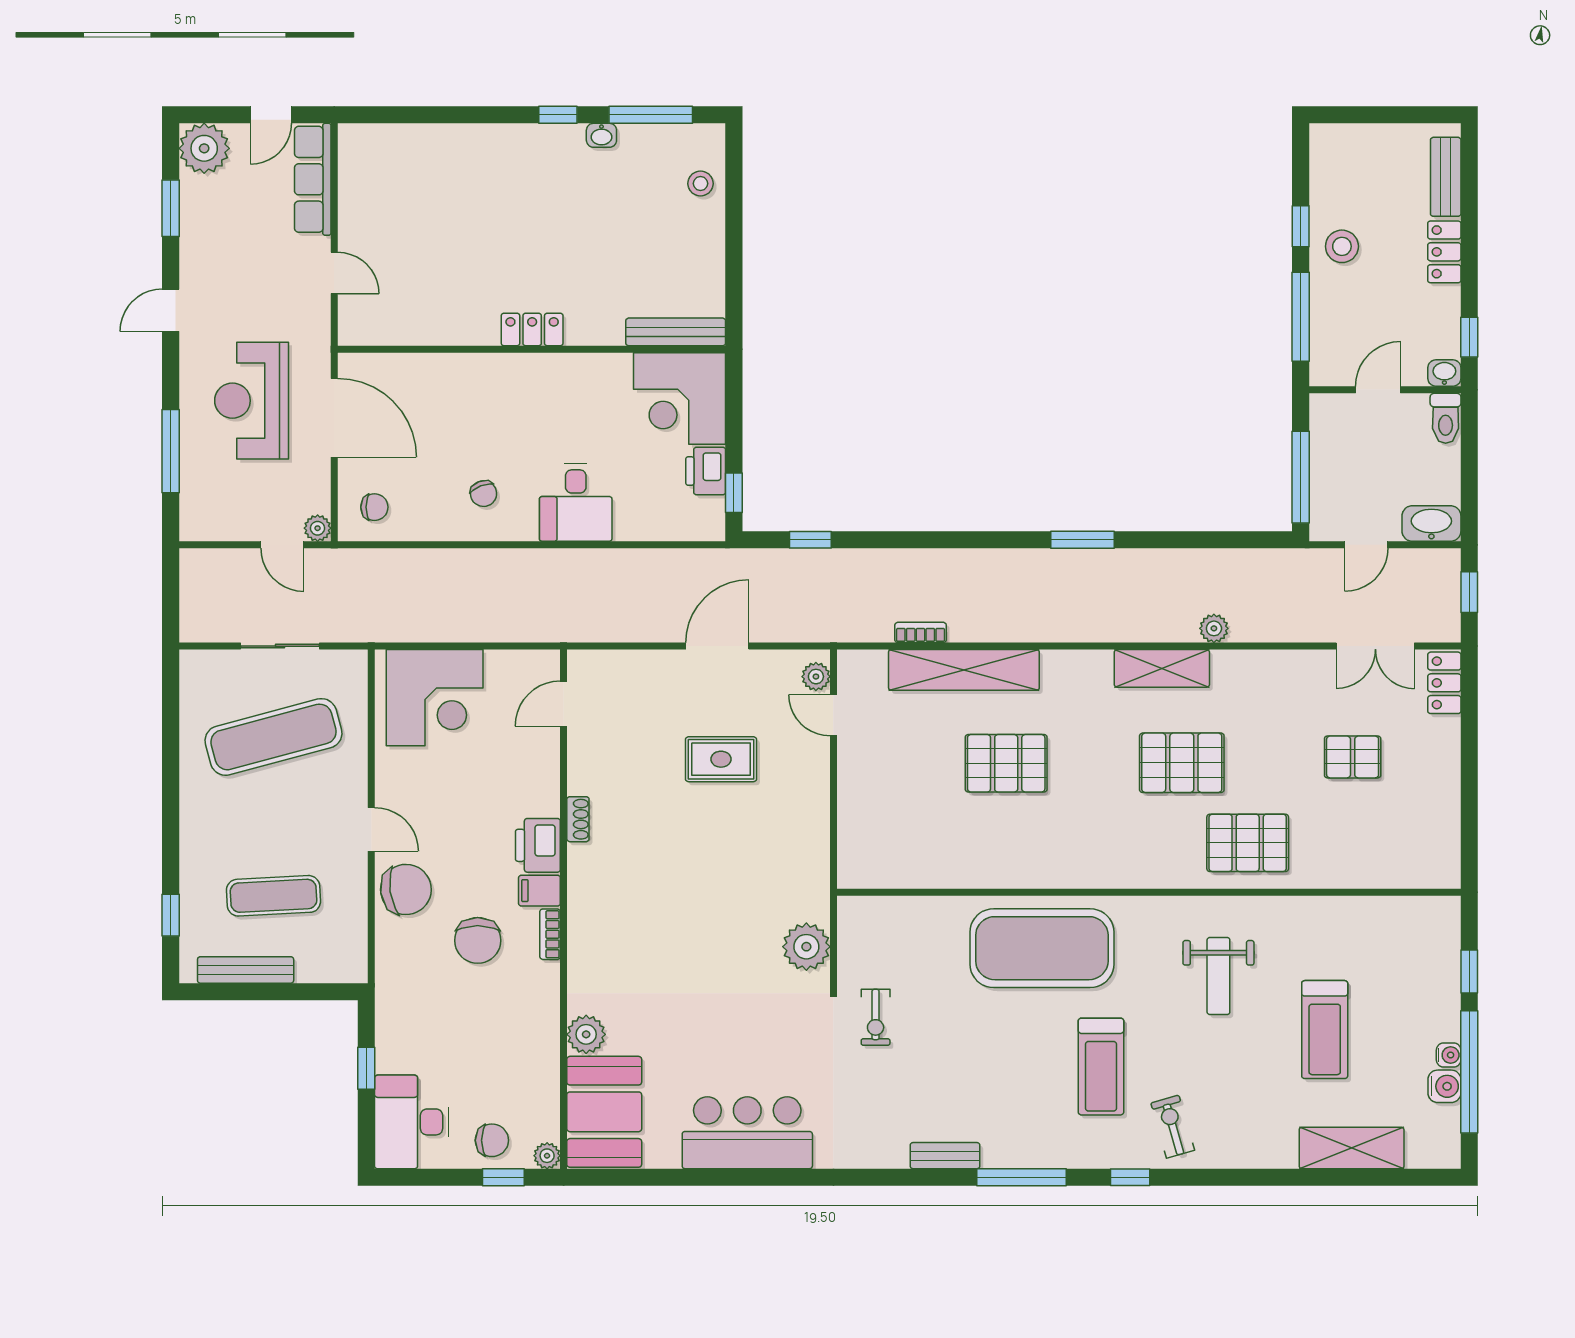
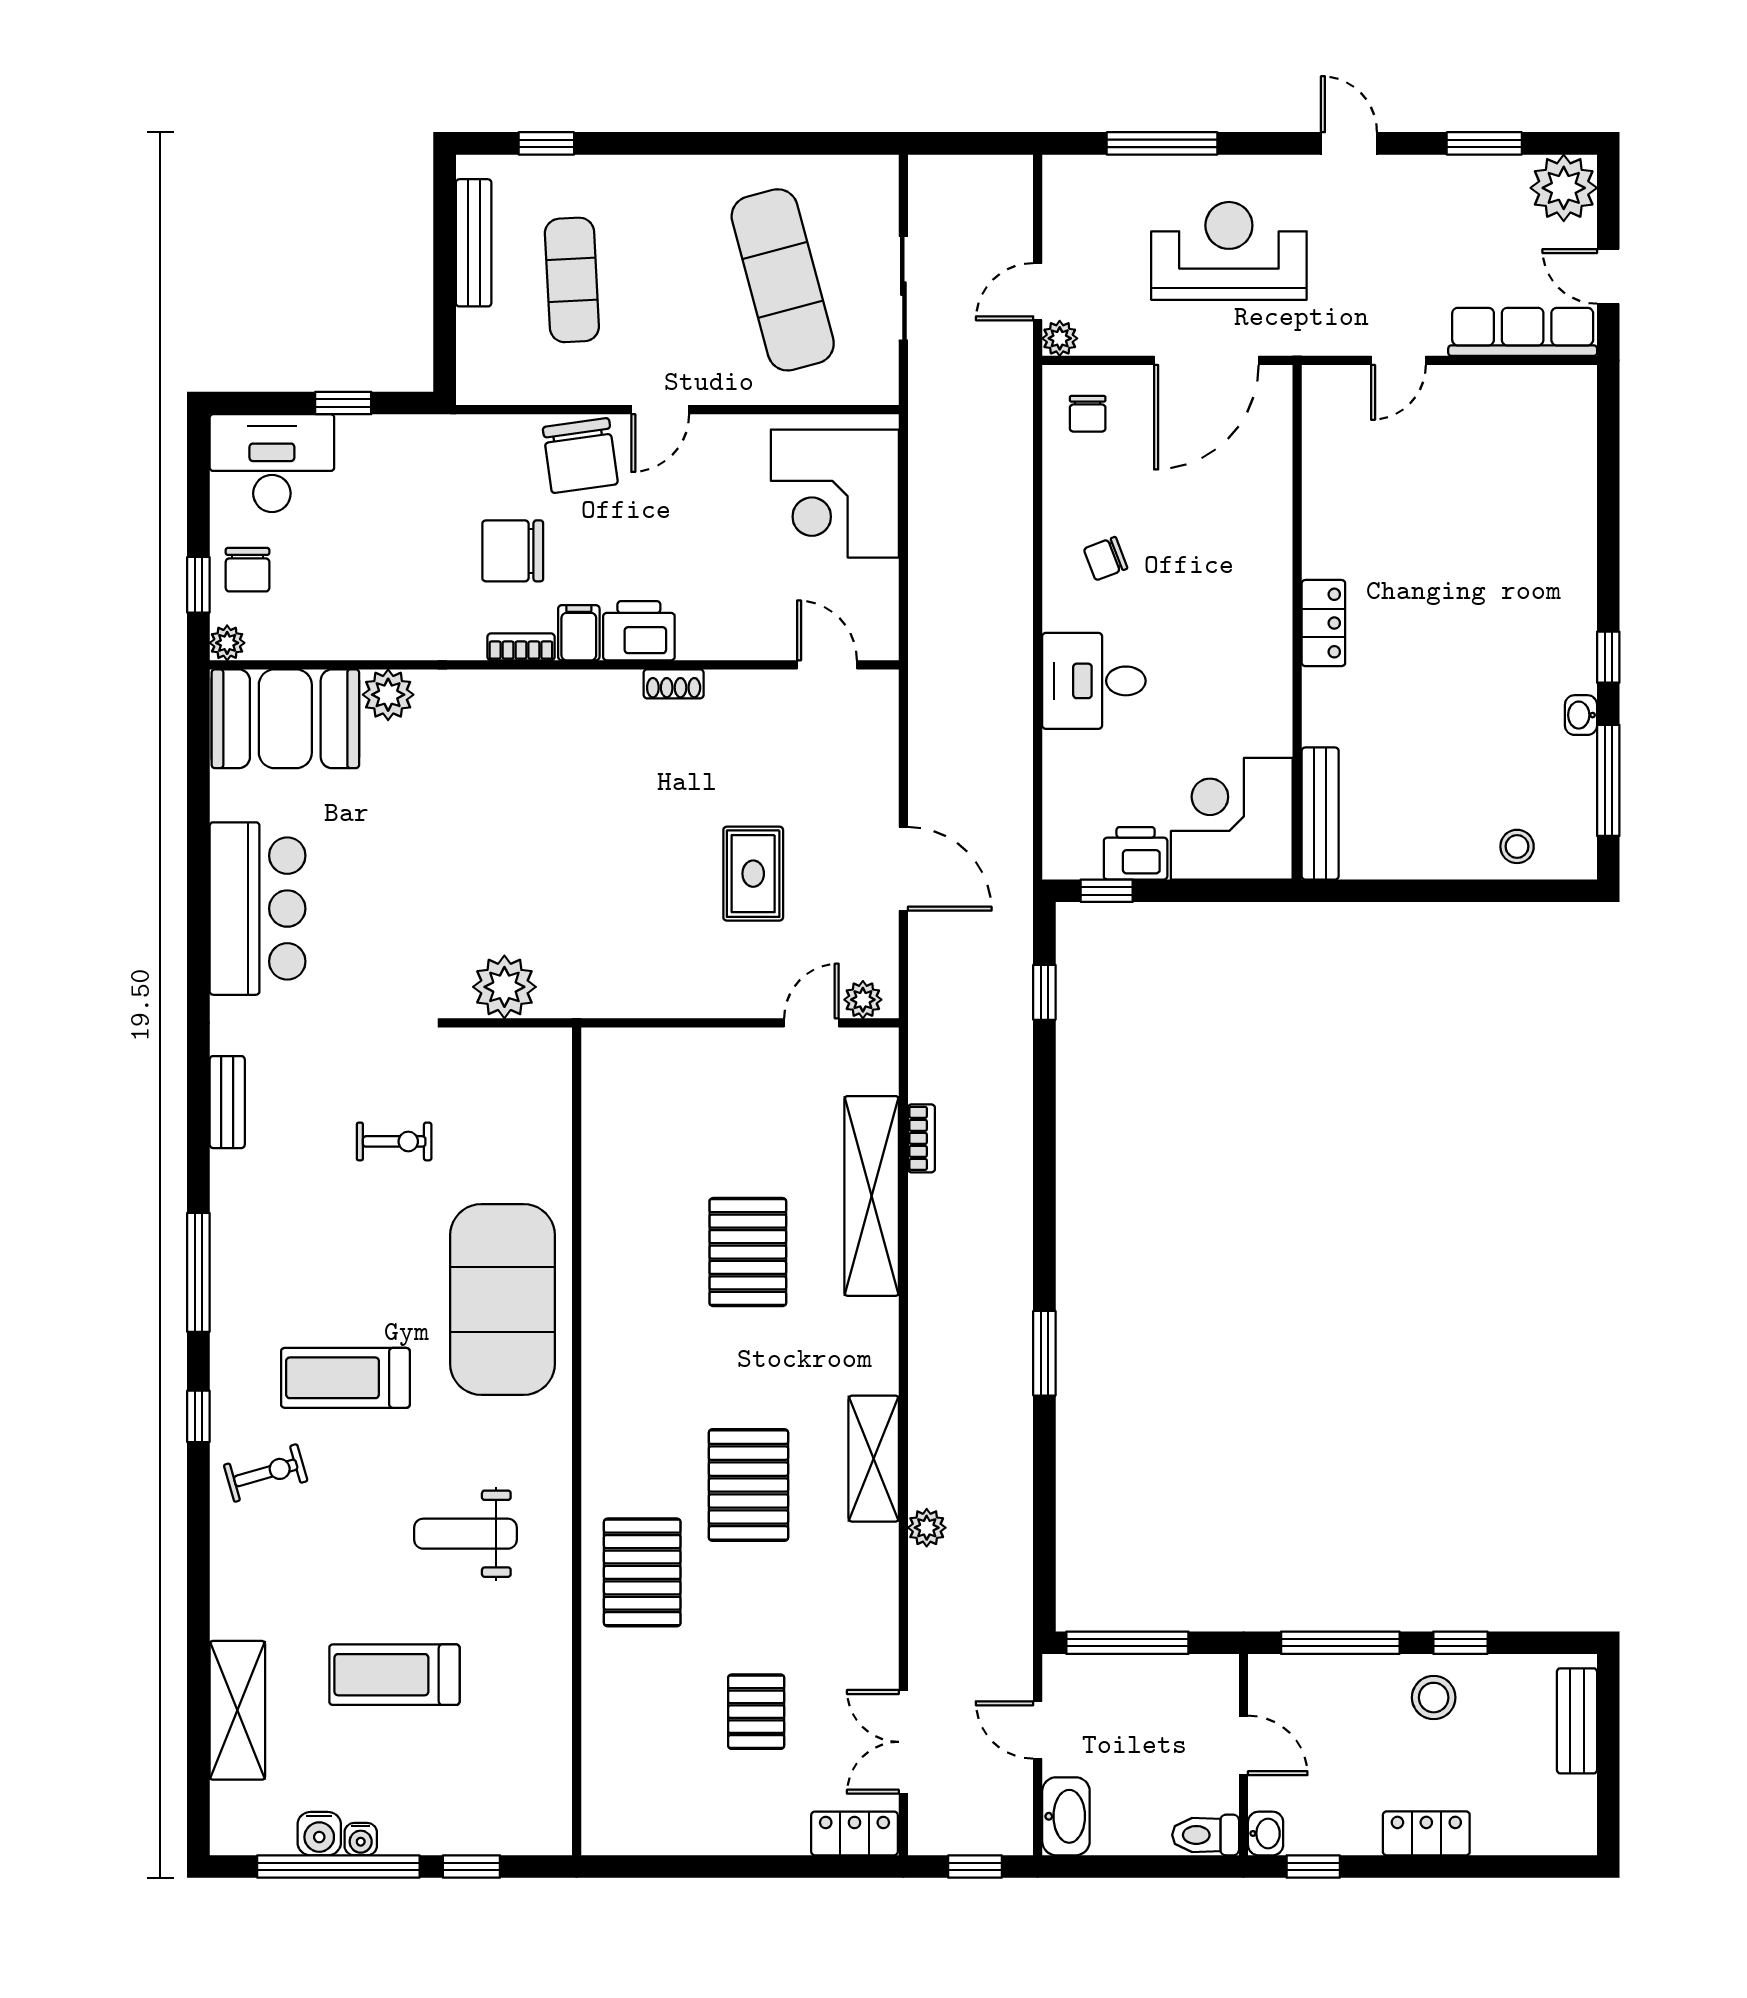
bench: (1446, 177) -> (1577, 1721), moved, turned 90
exercise bike: (876, 1017) -> (394, 1141), moved, turned 180
bench: (945, 1156) -> (227, 1102), moved

